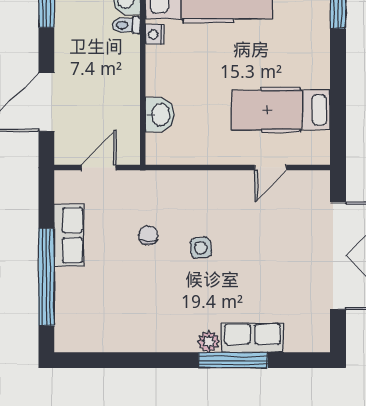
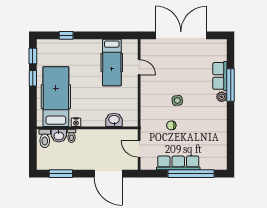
row of seats: (69, 235) -> (178, 163), width x1.48

